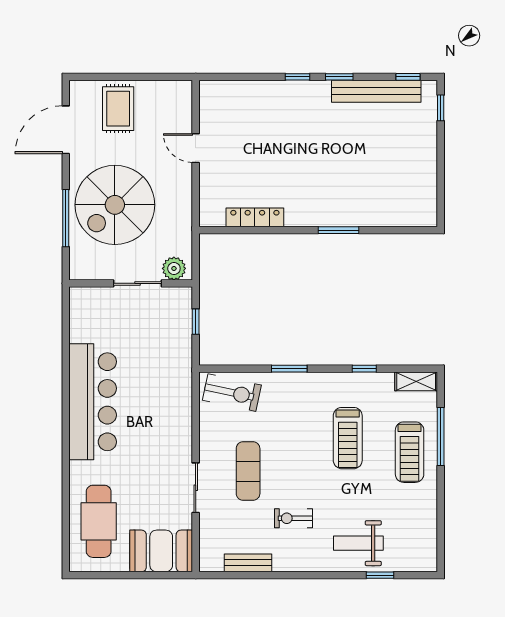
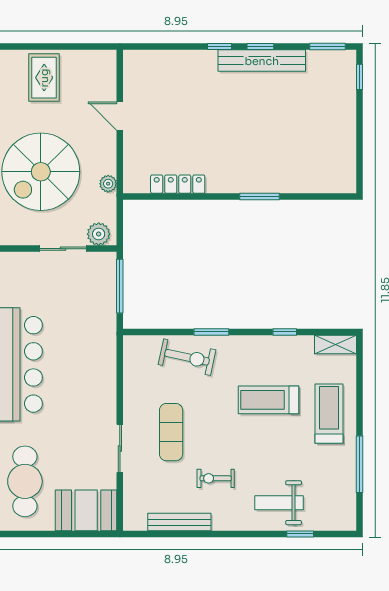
window: (408, 77) -> (328, 47), width x1.50
bench: (376, 91) -> (262, 61), moved
plant: (184, 217) -> (108, 184), added
window: (196, 322) -> (120, 286), width x2.17
exercise bike: (232, 393) -> (187, 357), moved
window: (441, 436) -> (359, 464), moved
treadmill: (348, 438) -> (269, 400), turned 90
treadmill: (410, 452) -> (329, 414), turned 180
bench: (248, 563) -> (179, 522), width x1.36

